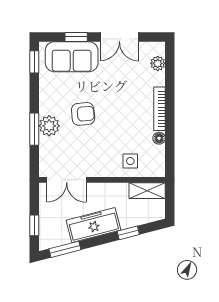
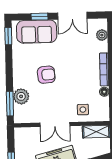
plant: (49, 126) -> (21, 96), moved
window: (34, 129) -> (10, 104), moved
double door: (67, 180) -> (55, 124), moved

